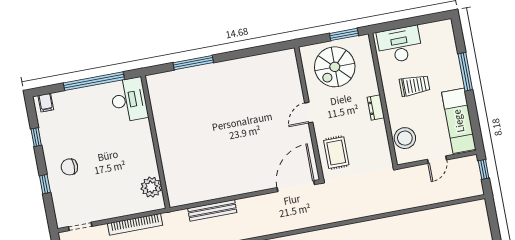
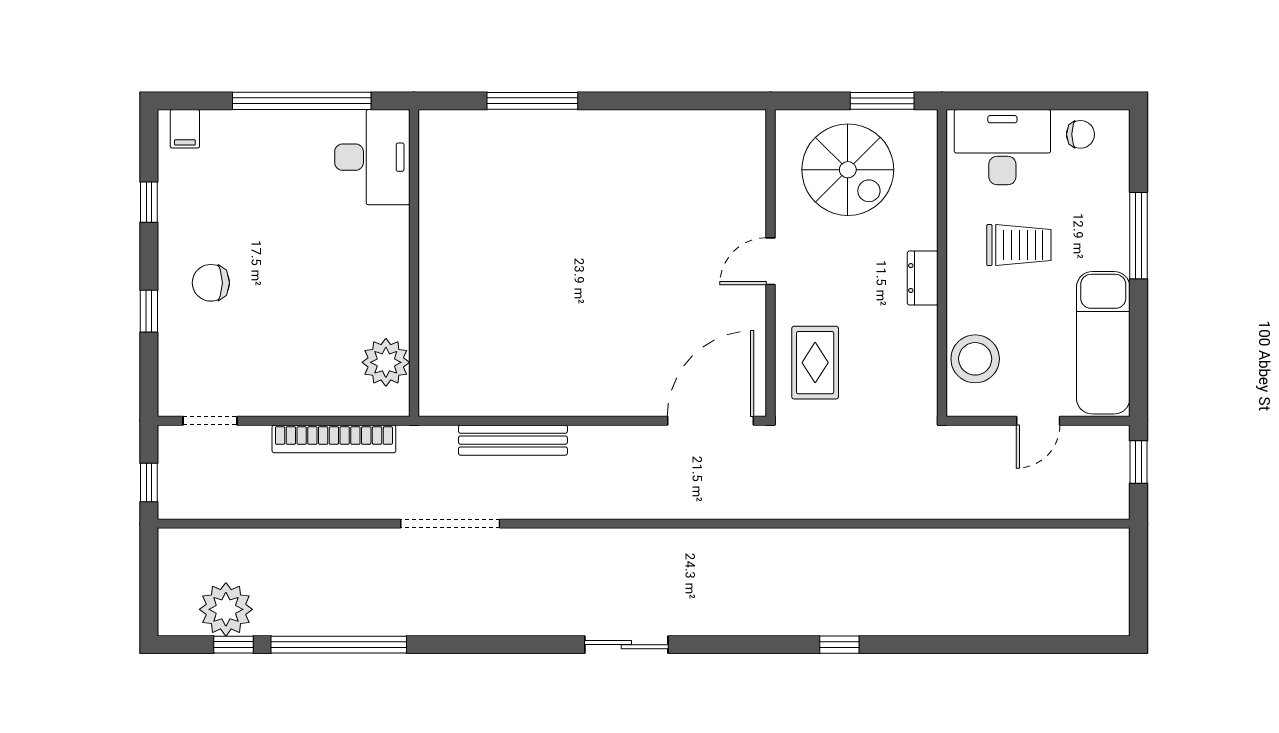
chair: (432, 33) -> (1080, 134), added
spiral stairs: (335, 67) -> (848, 170), turned -90

